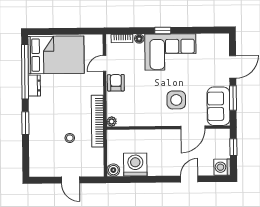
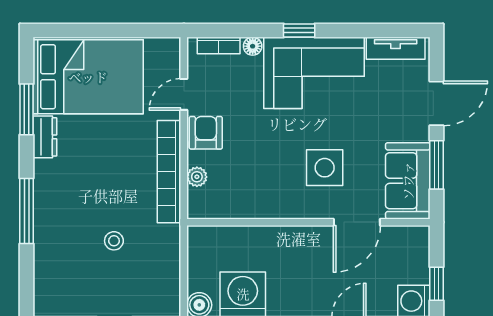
tv unit: (212, 39) -> (396, 48), added
window: (25, 72) -> (27, 109), width x0.47
bookcase: (98, 121) -> (169, 172), moved
plant: (112, 121) -> (197, 177), moved
window: (25, 123) -> (27, 211), width x1.44
window: (233, 147) -> (437, 284), moved

